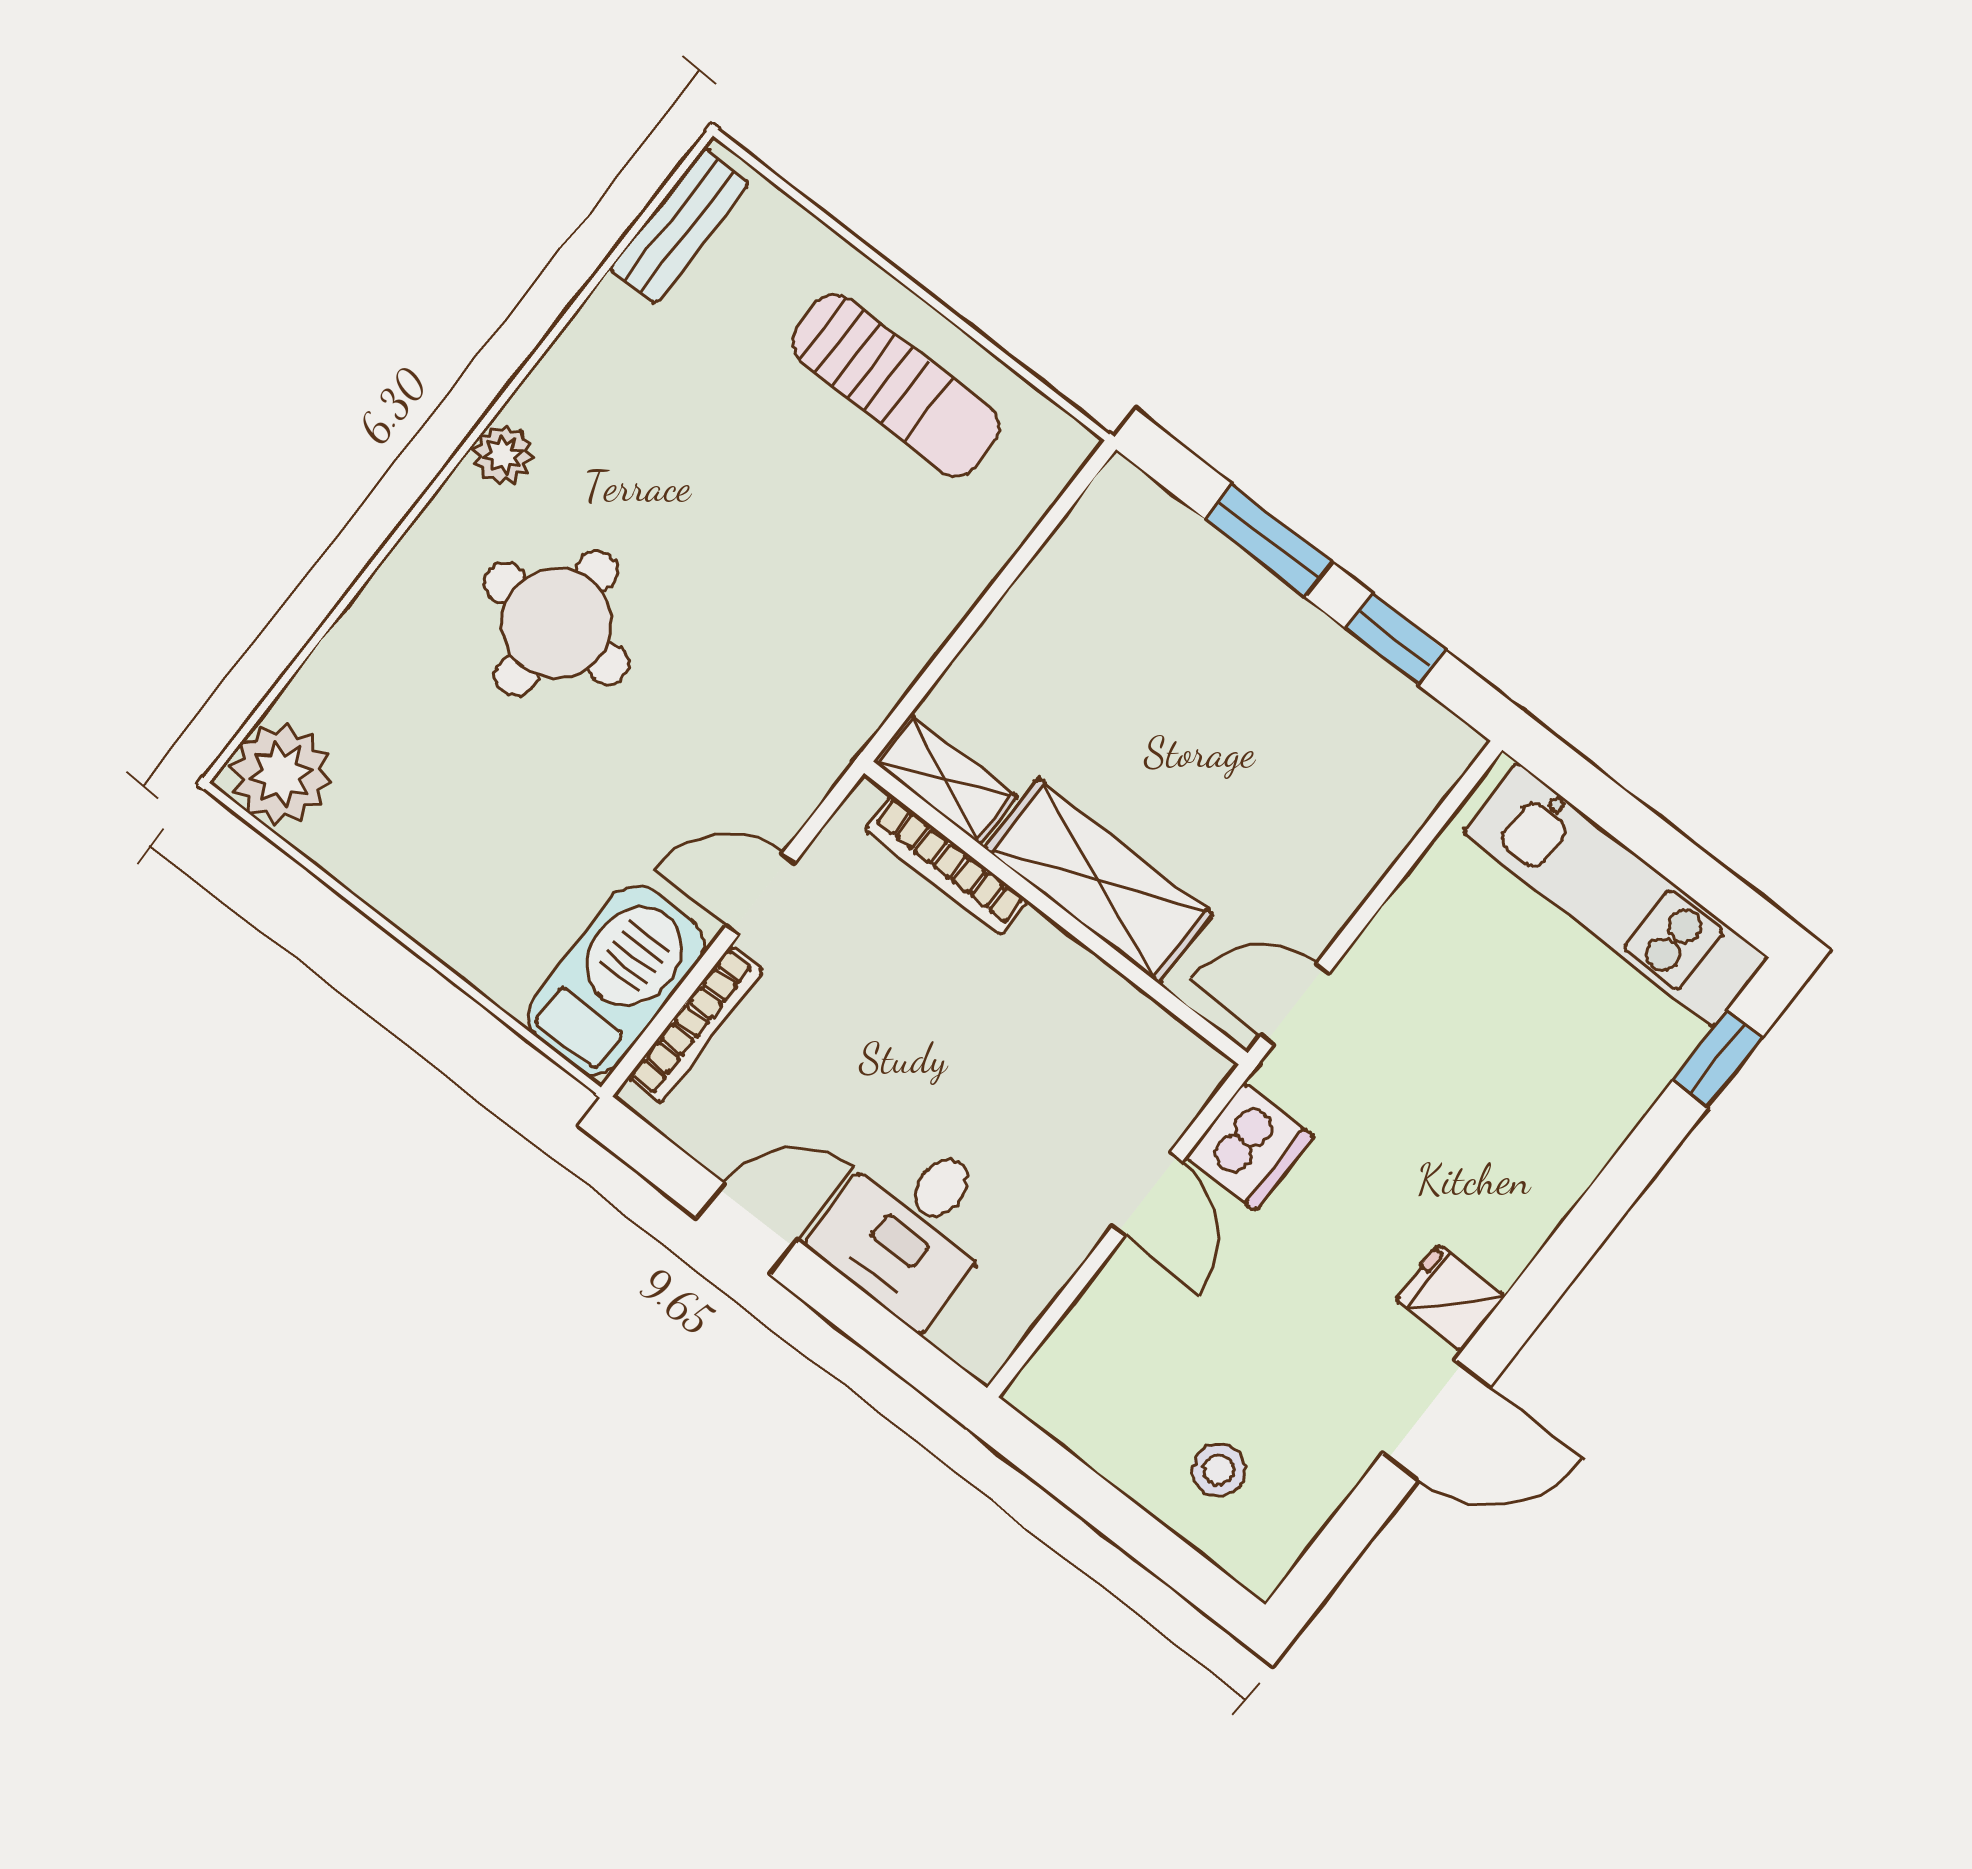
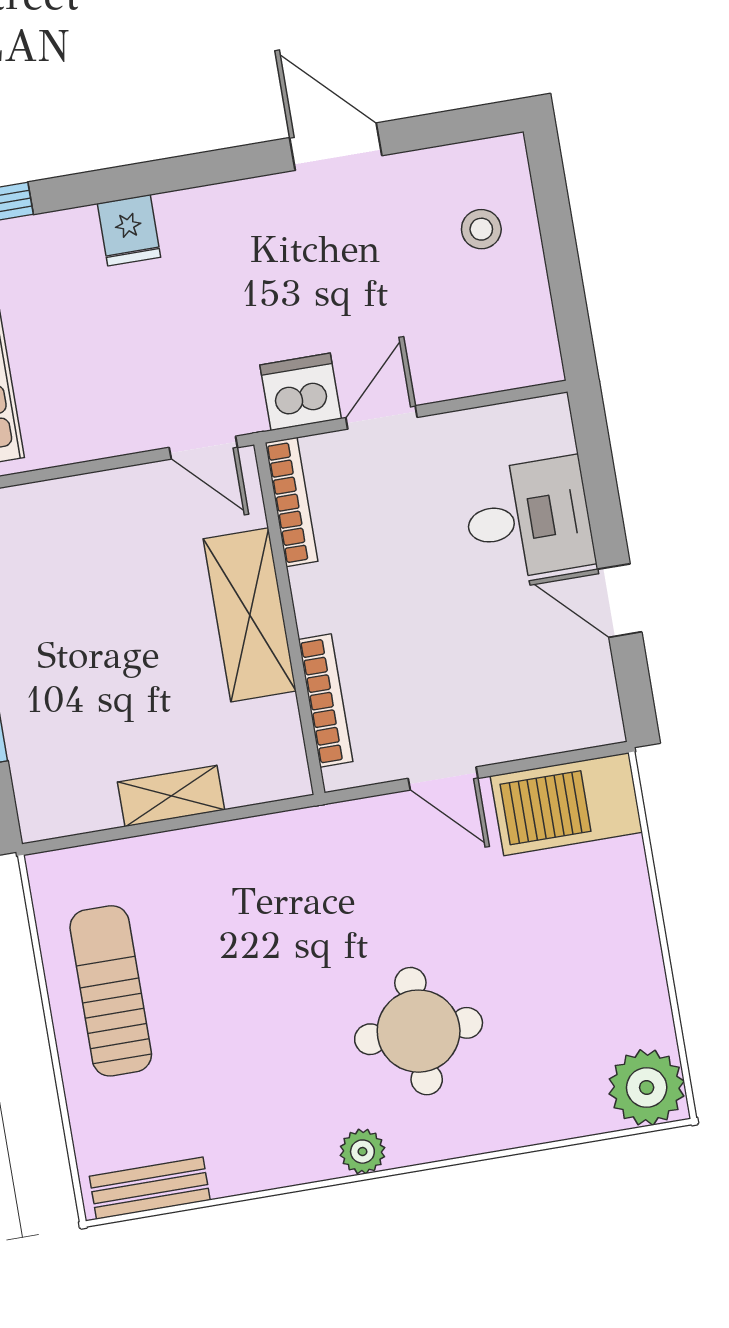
shelving: (945, 779) -> (171, 796), moved, turned 90
bookcase: (696, 1024) -> (292, 502), moved, turned 90
fridge: (1450, 1298) -> (129, 230), moved

